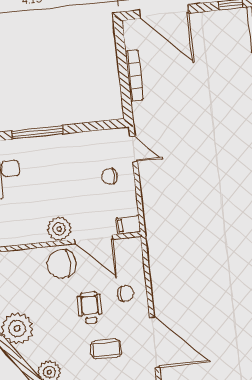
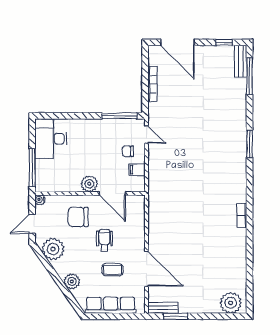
window: (38, 132) -> (119, 116), moved
filing cabinet: (128, 225) -> (137, 170), moved
chair: (62, 264) -> (78, 217), moved
chair: (126, 294) -> (130, 233), removed

